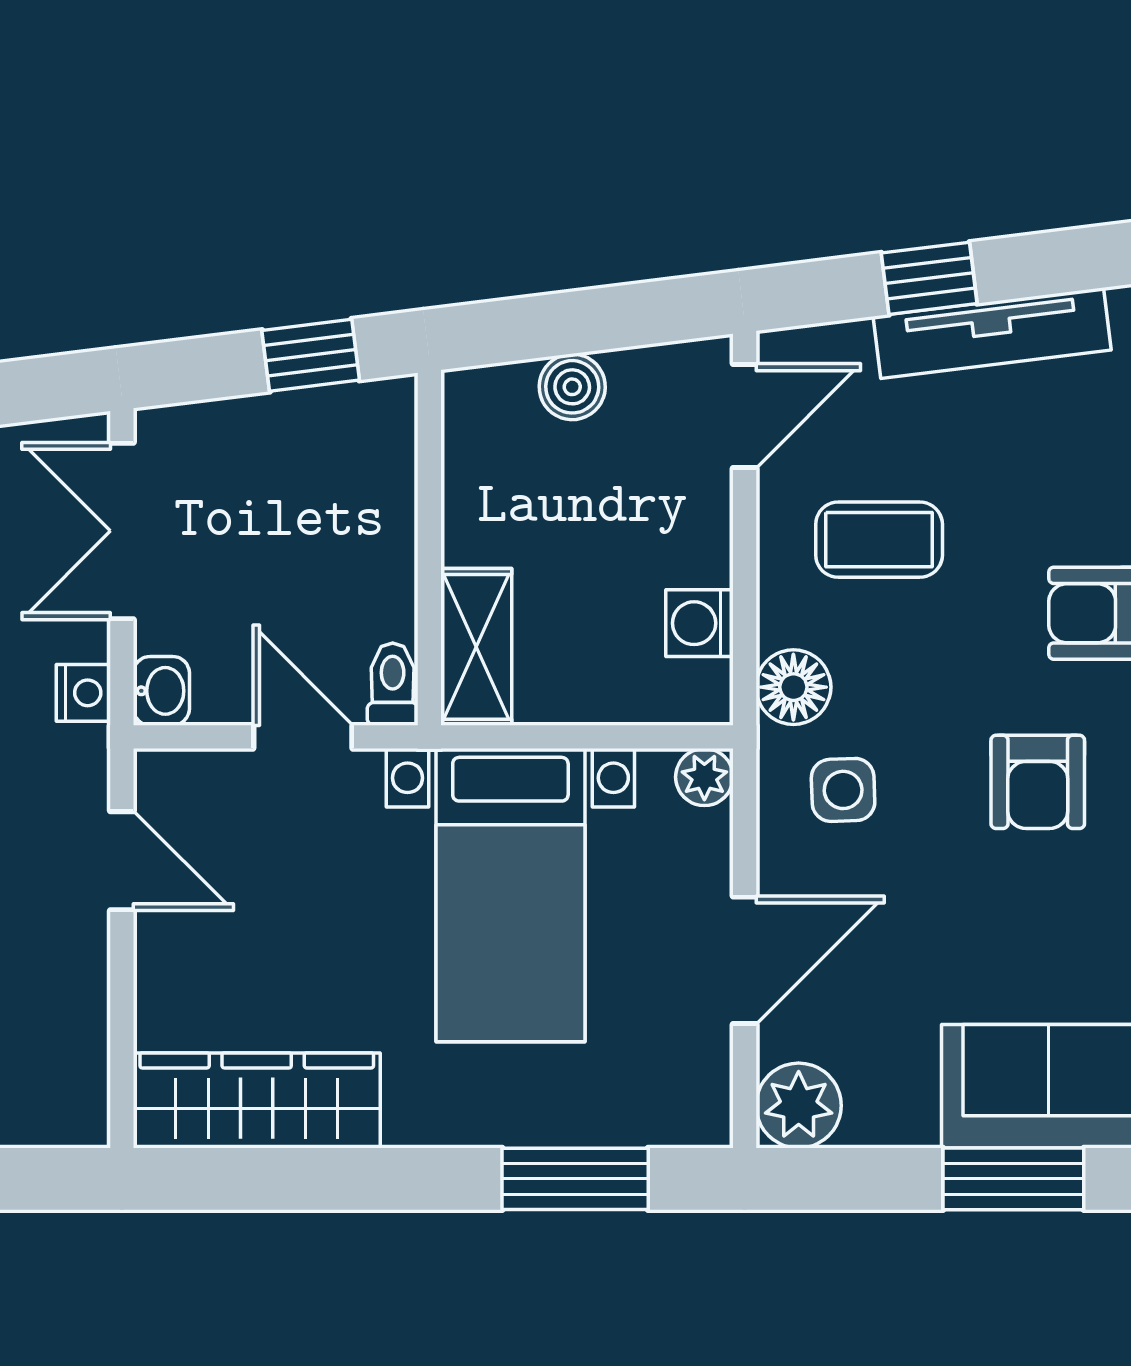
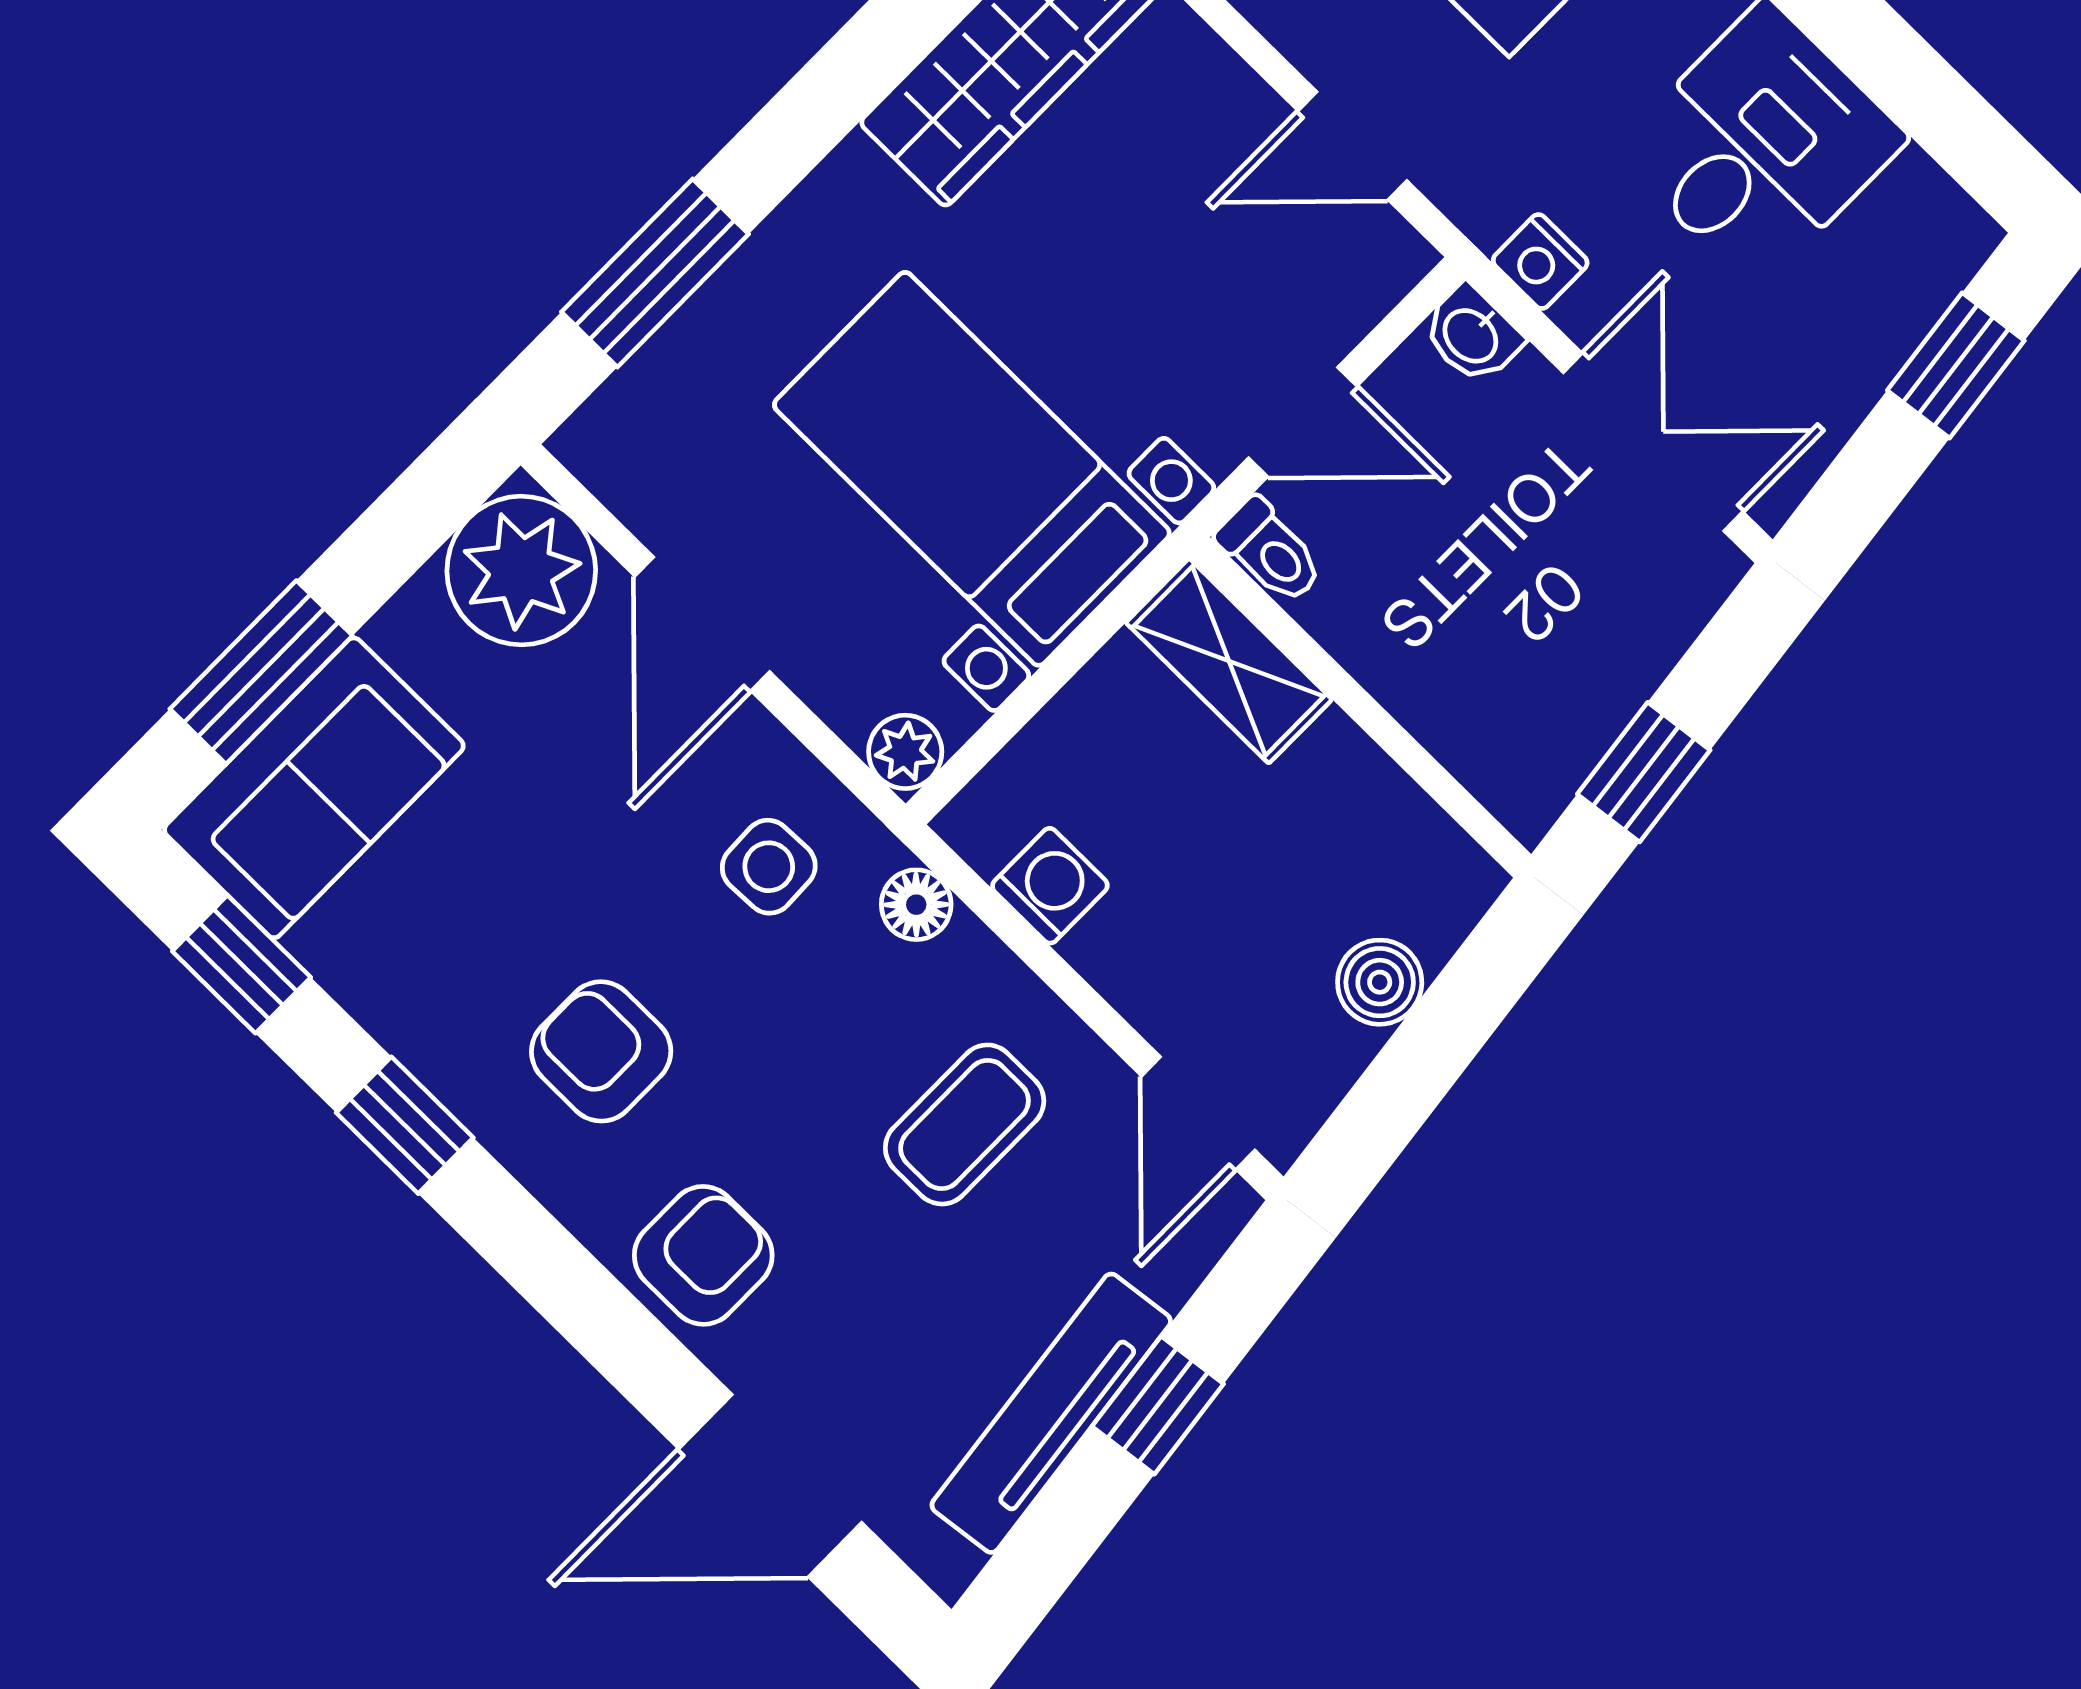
floor lamp: (793, 687) -> (916, 905), width x0.73, depth x0.73
plant: (799, 1106) -> (521, 571), width x1.36, depth x1.36

